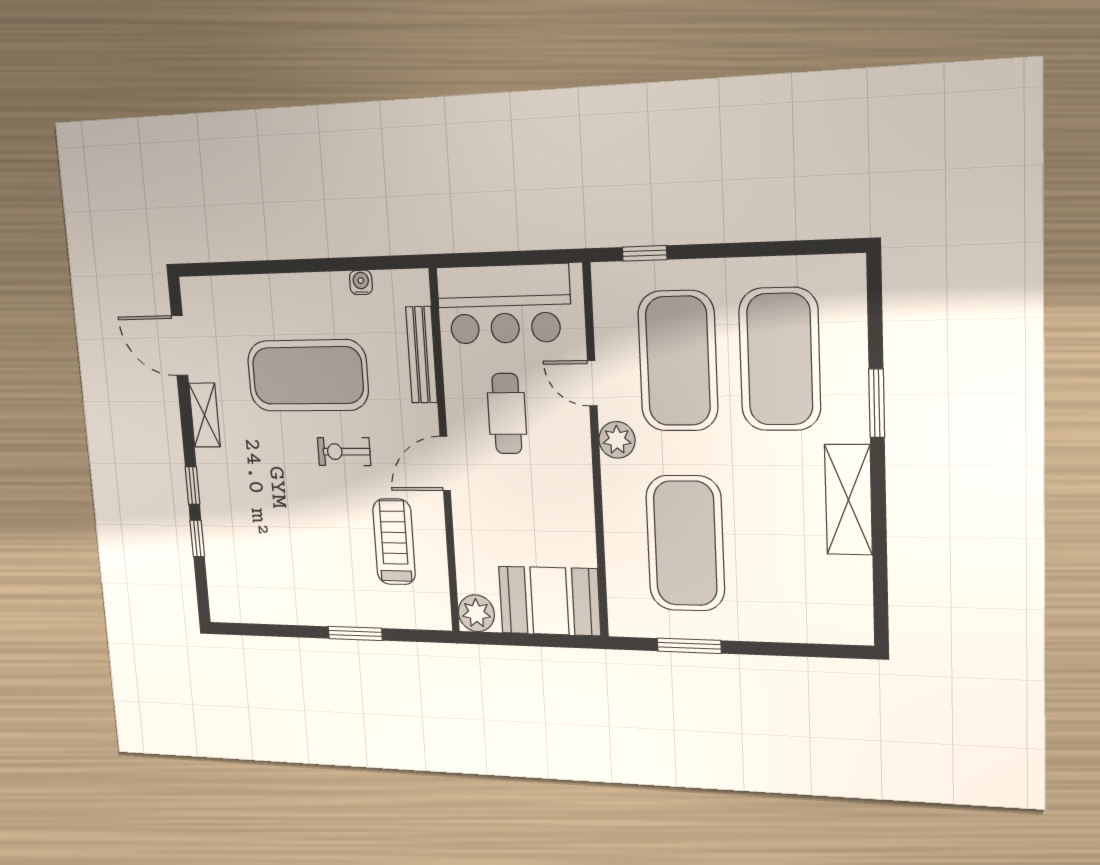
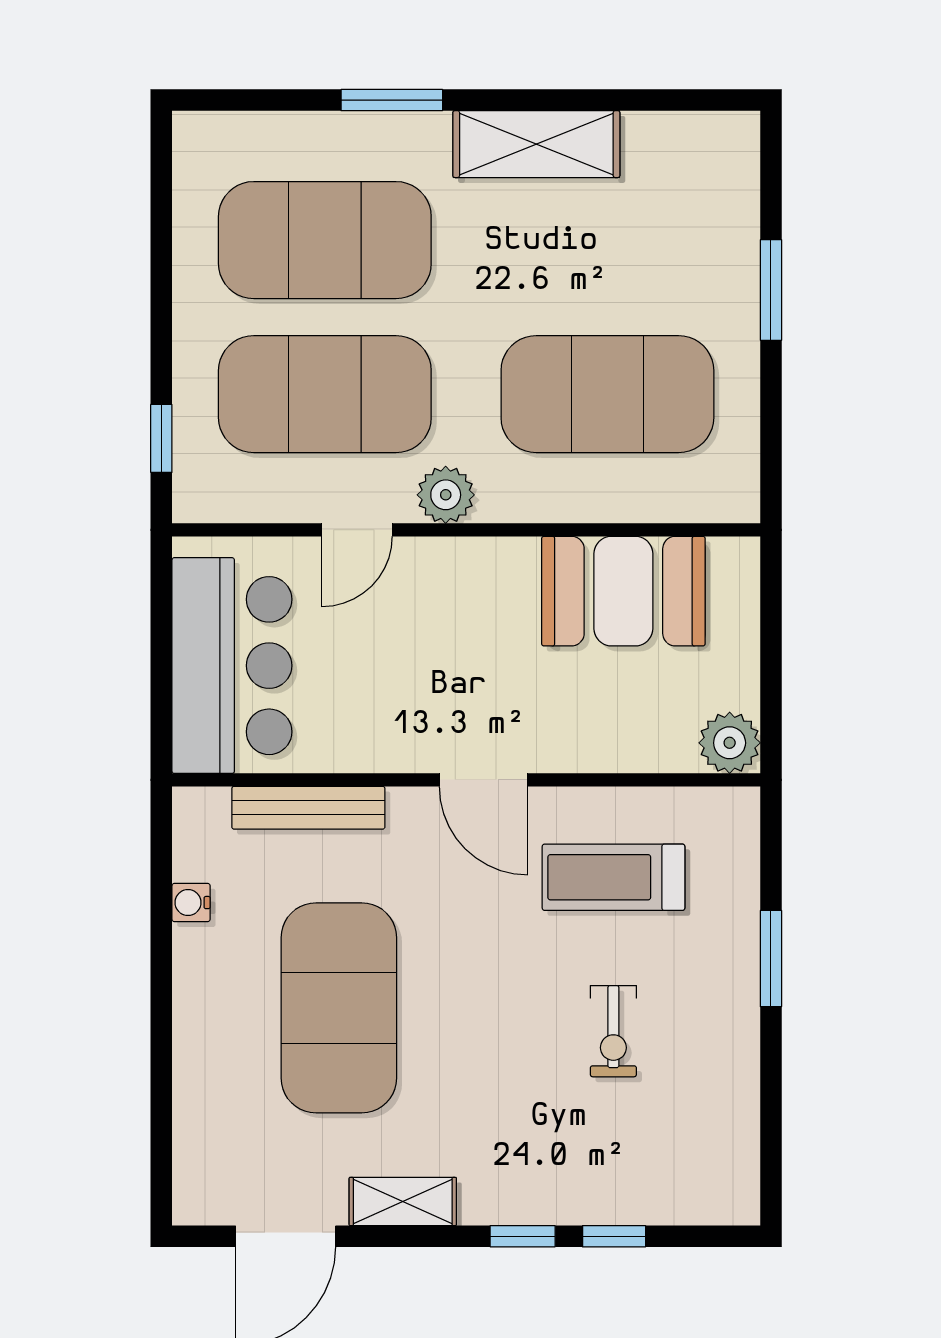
cafe table: (507, 414) -> (403, 671), removed
exercise bike: (344, 452) -> (613, 1031), moved
booth: (549, 601) -> (623, 591), moved, turned 90
window: (689, 646) -> (771, 290), moved

